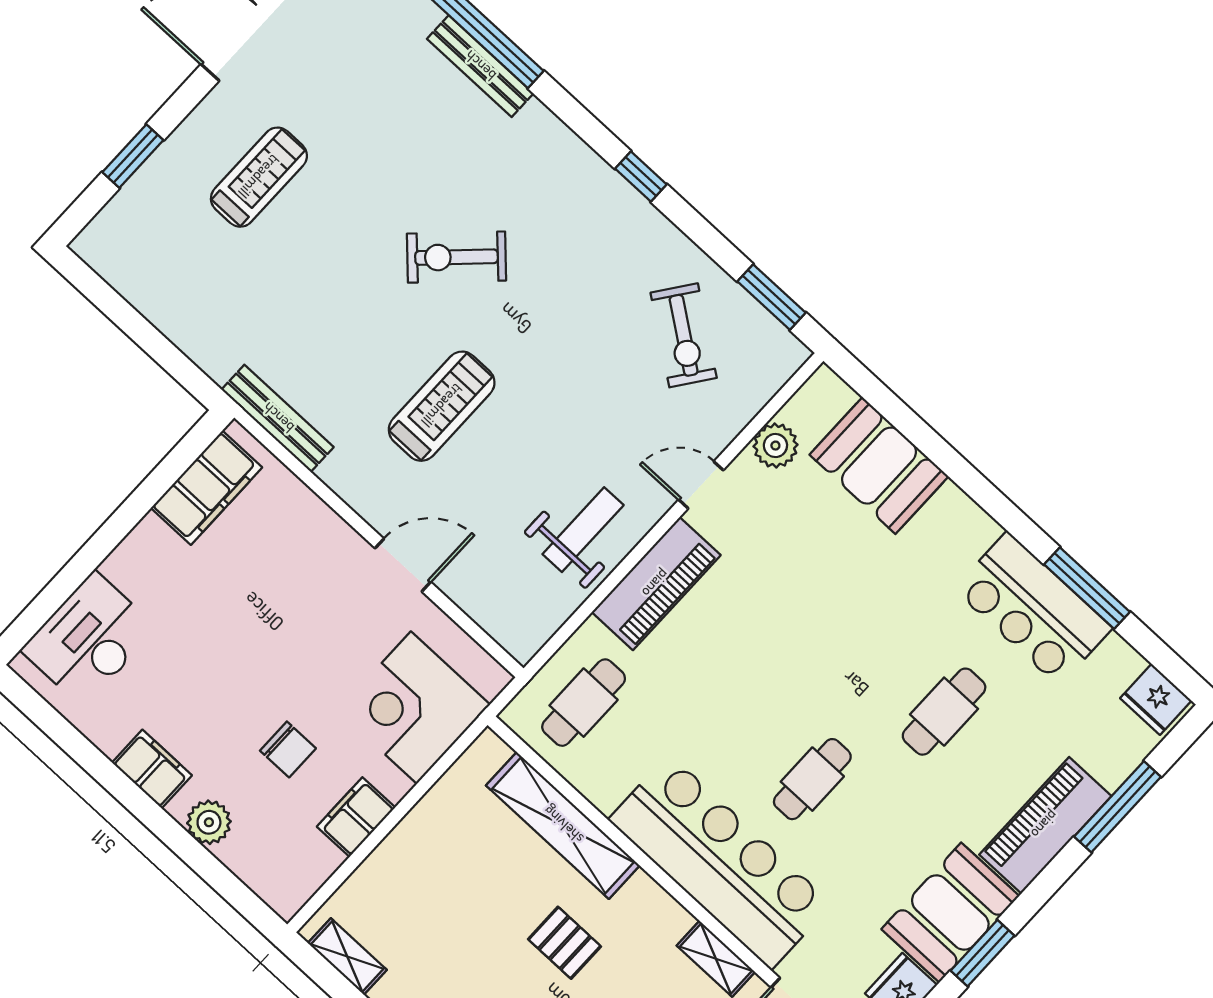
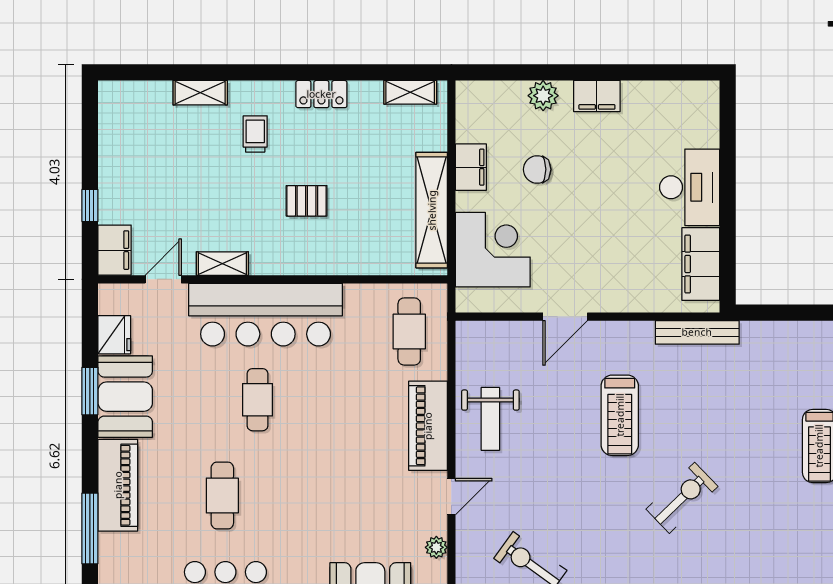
plant: (775, 446) -> (436, 547), width x0.73, depth x0.73
desk: (89, 639) -> (690, 187), moved
shelving: (563, 825) -> (432, 210), moved, turned 90

